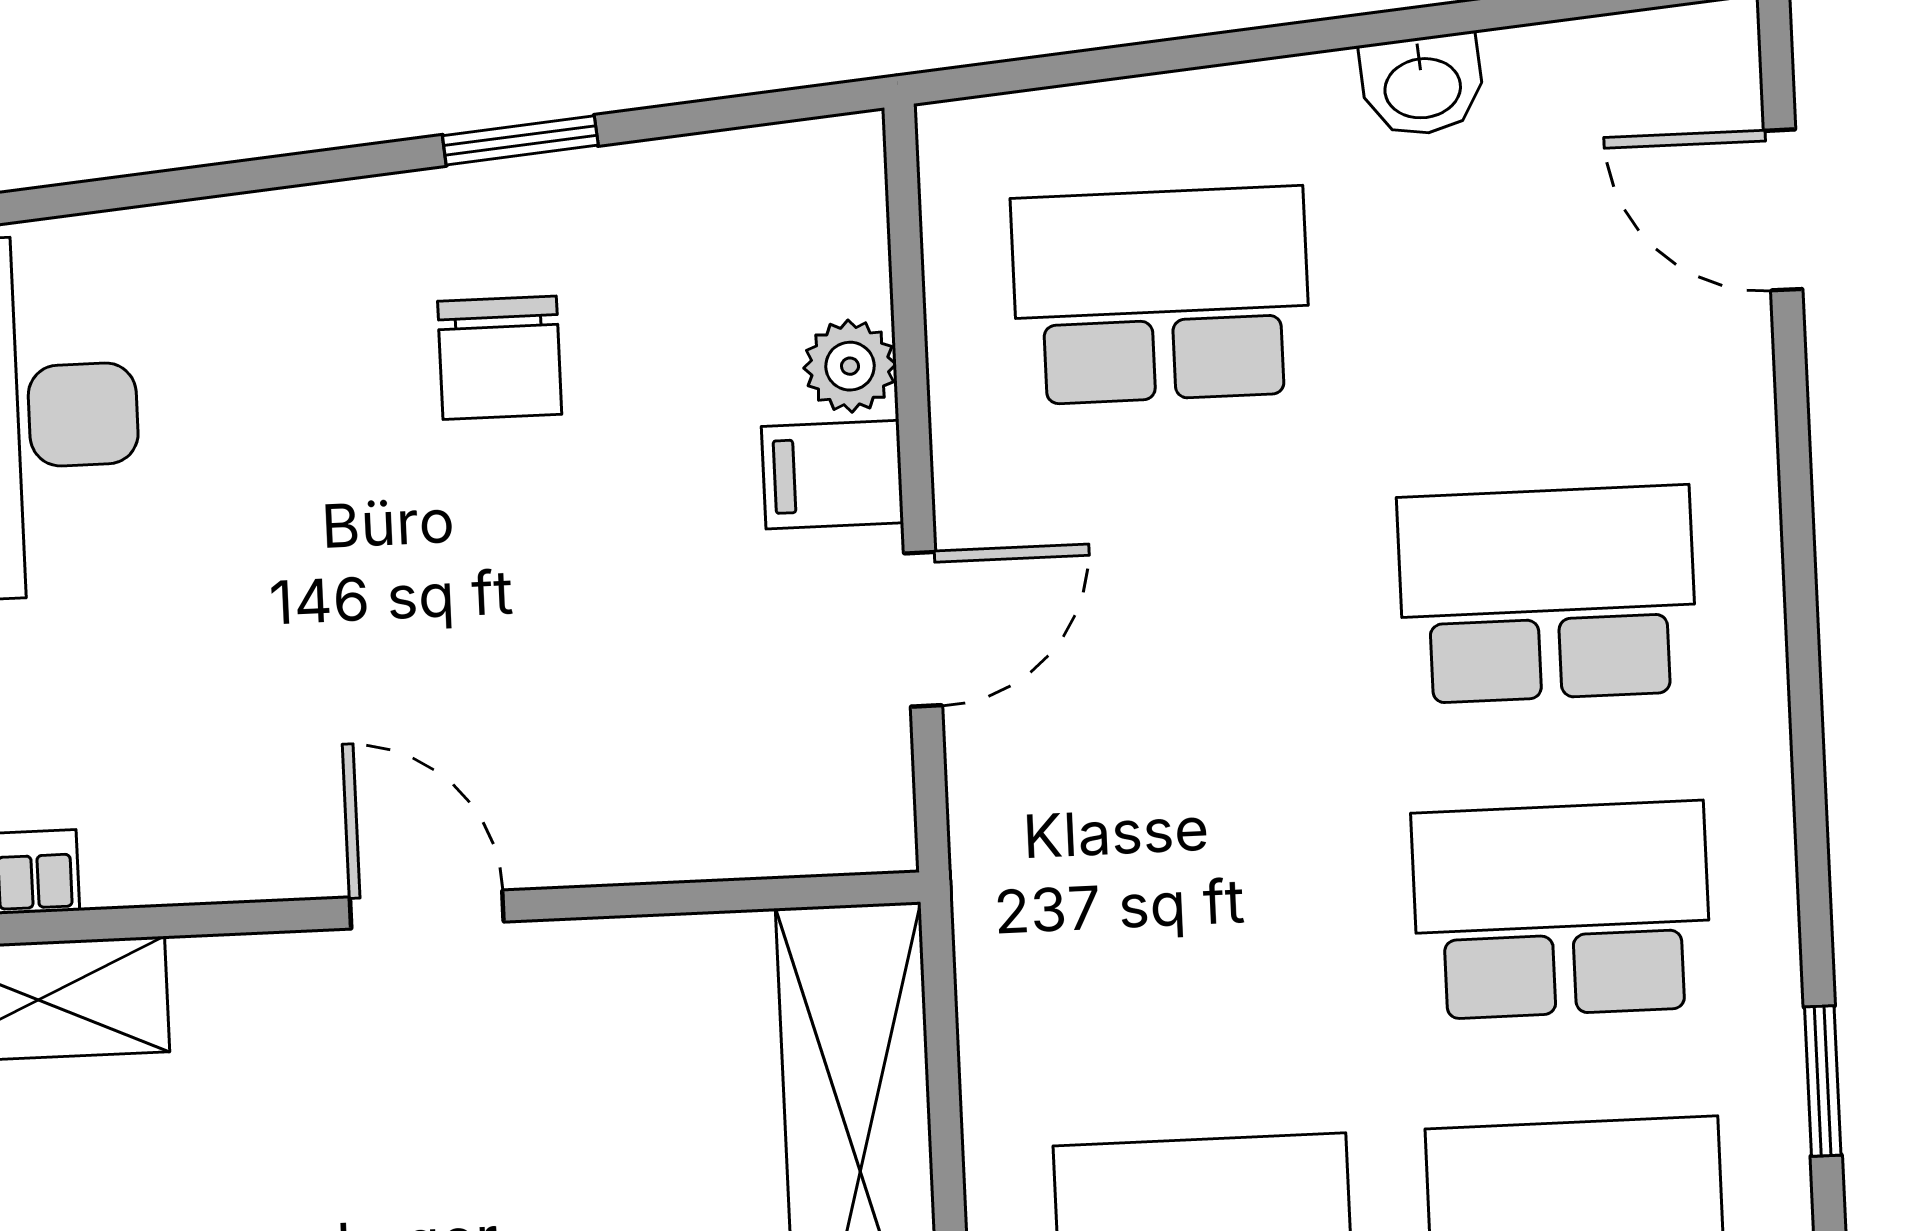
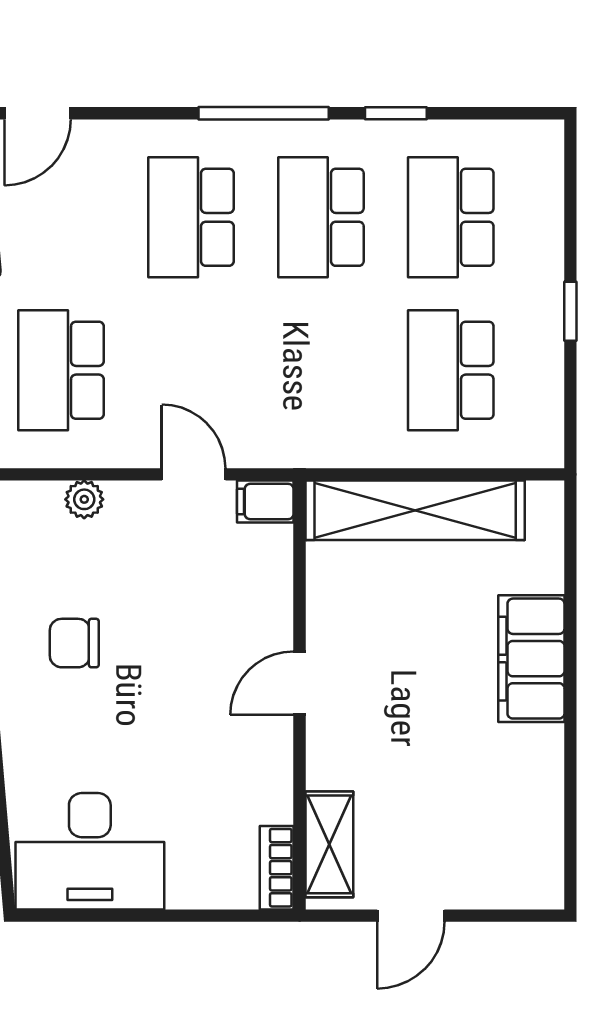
chair: (500, 358) -> (74, 643), turned 180
filing cabinet: (832, 475) -> (265, 501), moved, turned 90
window: (1808, 759) -> (264, 113), added

